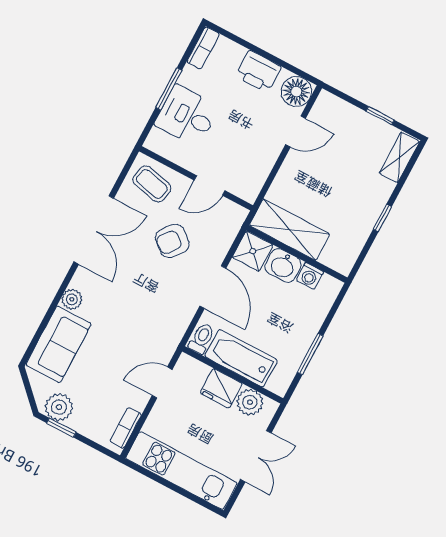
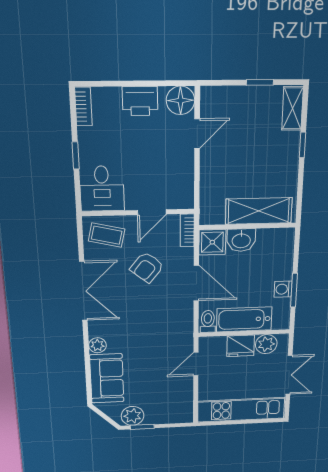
window: (169, 89) -> (76, 155), width x0.67
desk: (187, 116) -> (102, 189), moved, turned -90
window: (382, 218) -> (303, 145), moved
shelving: (290, 230) -> (259, 211), moved
washing machine: (310, 276) -> (283, 289), moved, turned 90
bookcase: (126, 428) -> (187, 230), moved

